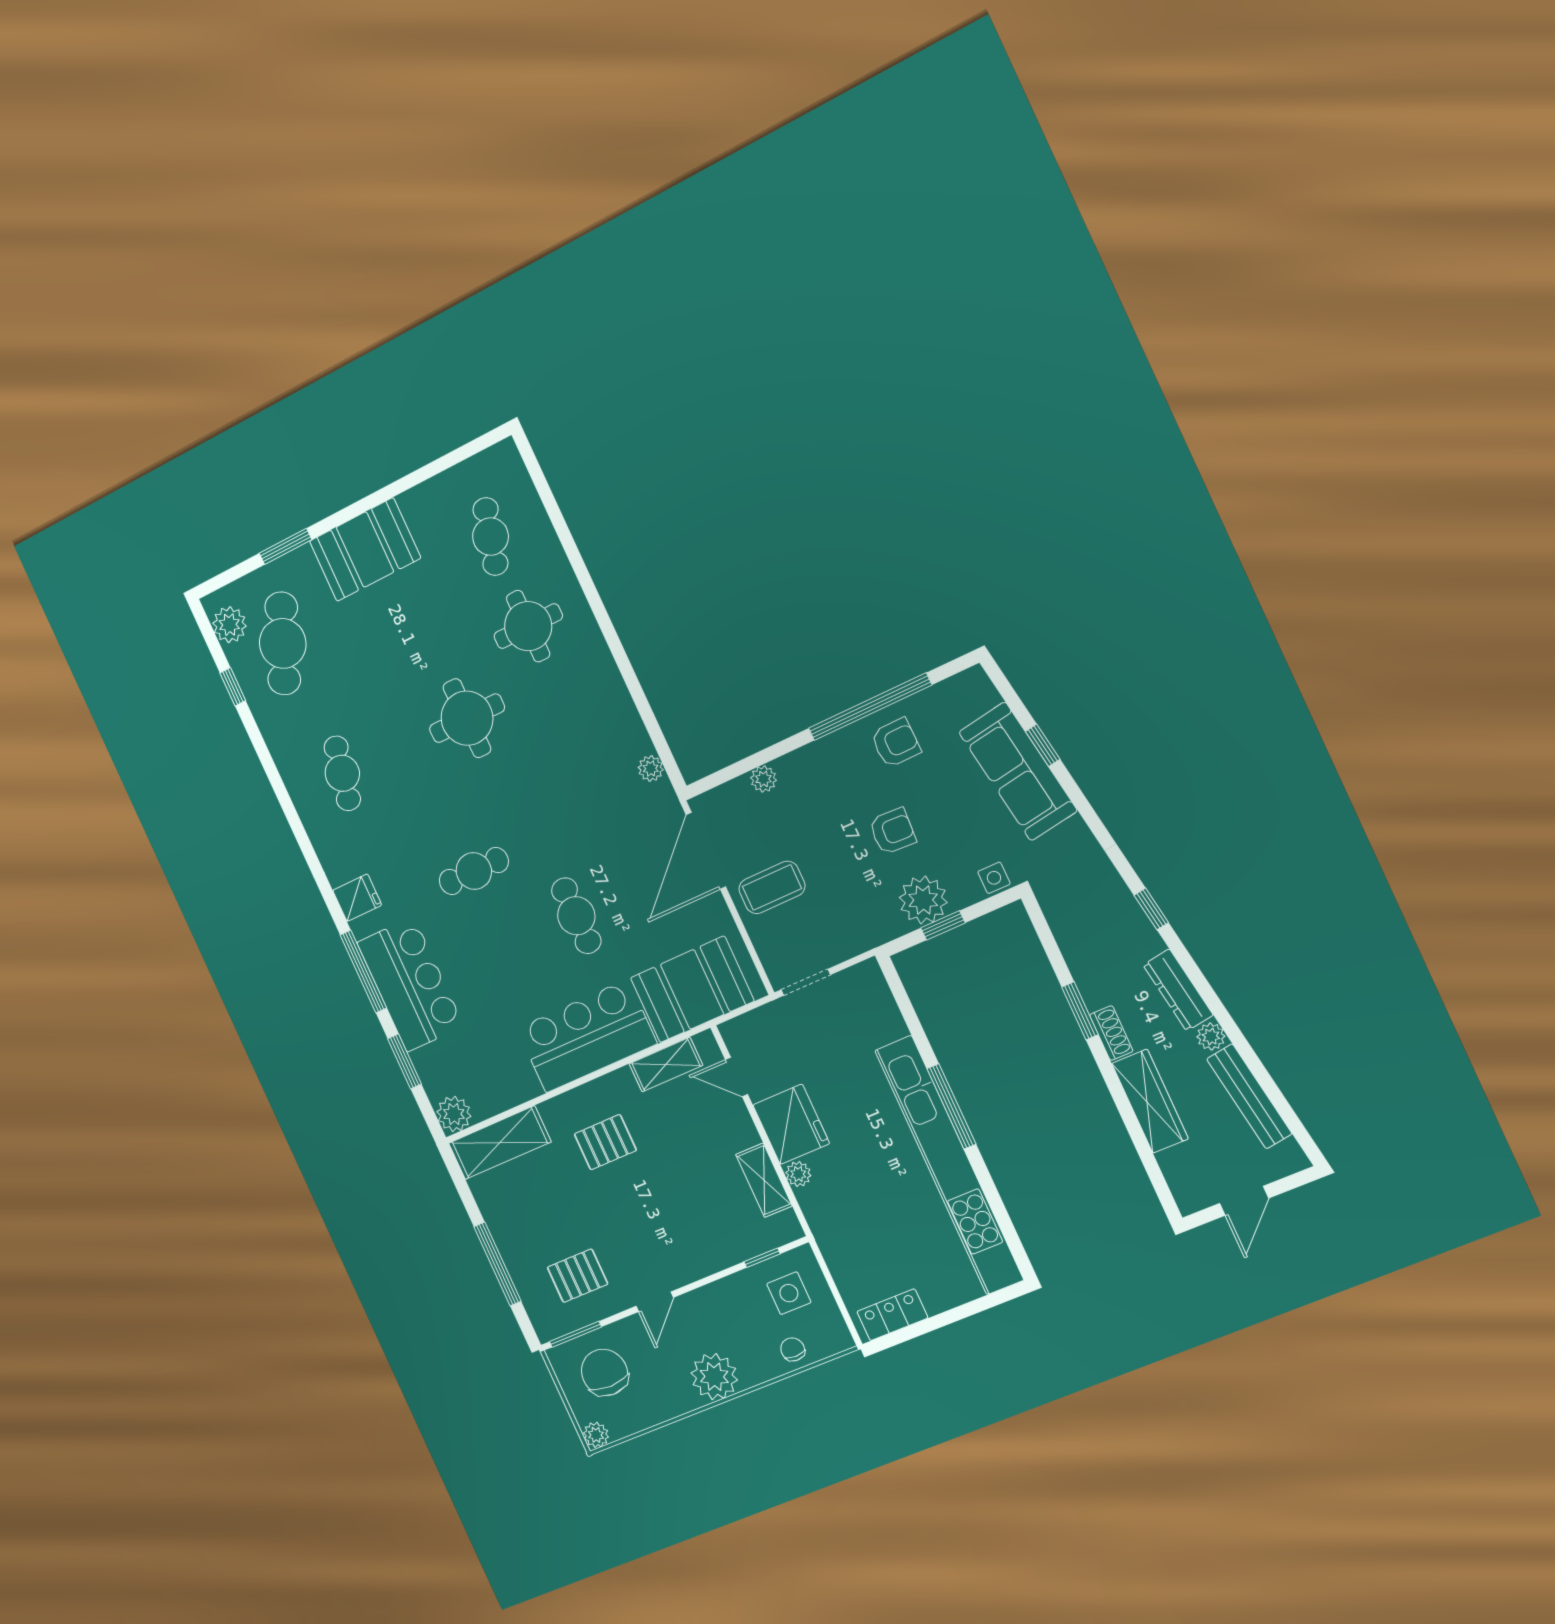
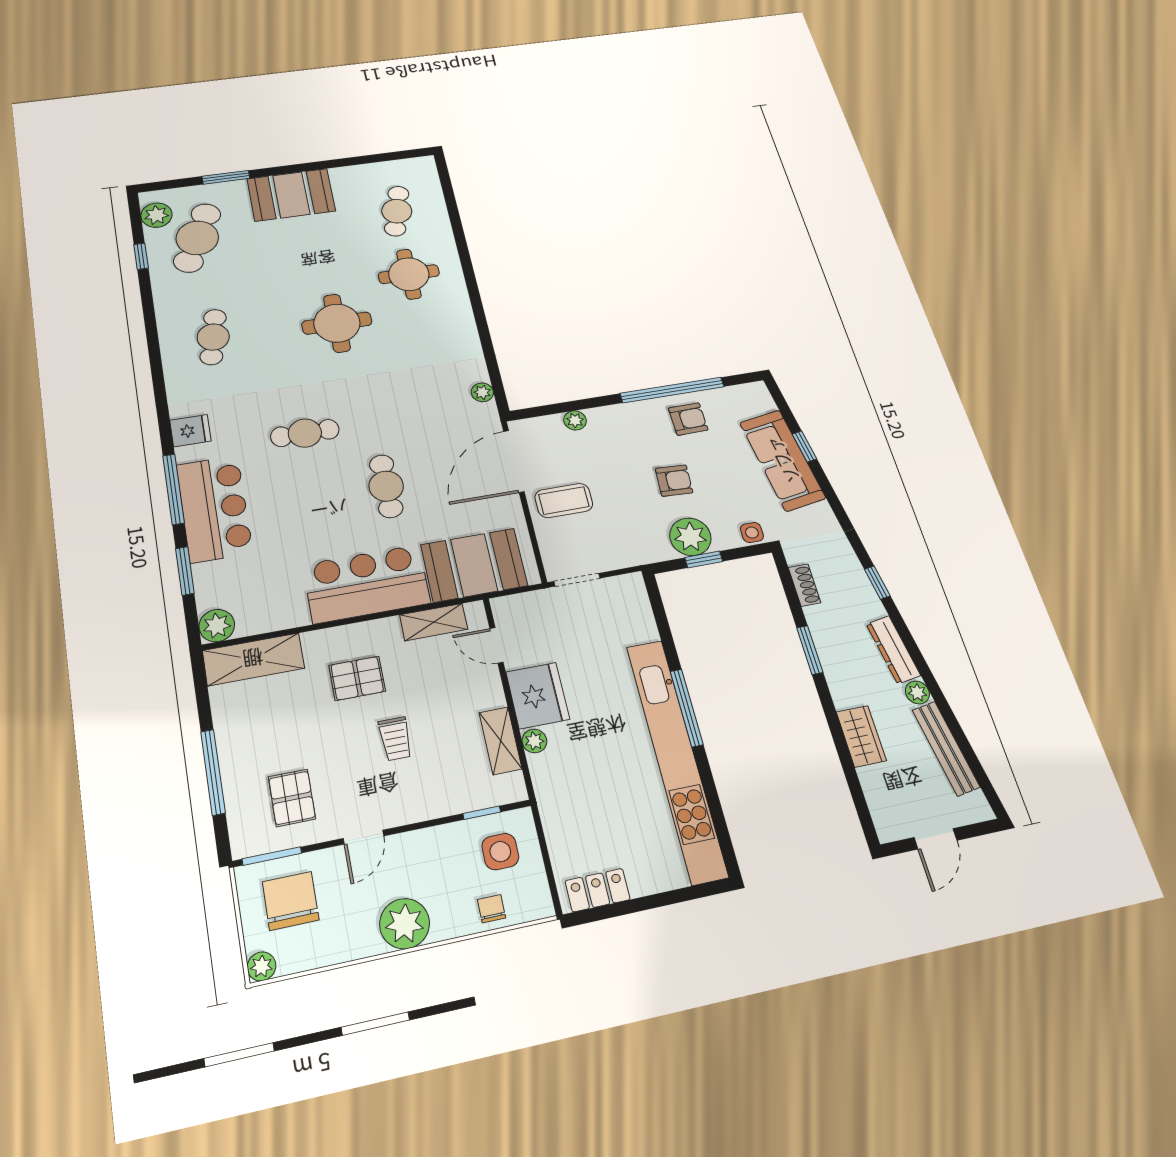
shoe rack: (1111, 1033) -> (804, 585), moved
wardrobe: (1150, 1101) -> (861, 736), width x0.67
trolley: (659, 1198) -> (395, 739), added
pallet: (578, 1276) -> (292, 798), turned 90

